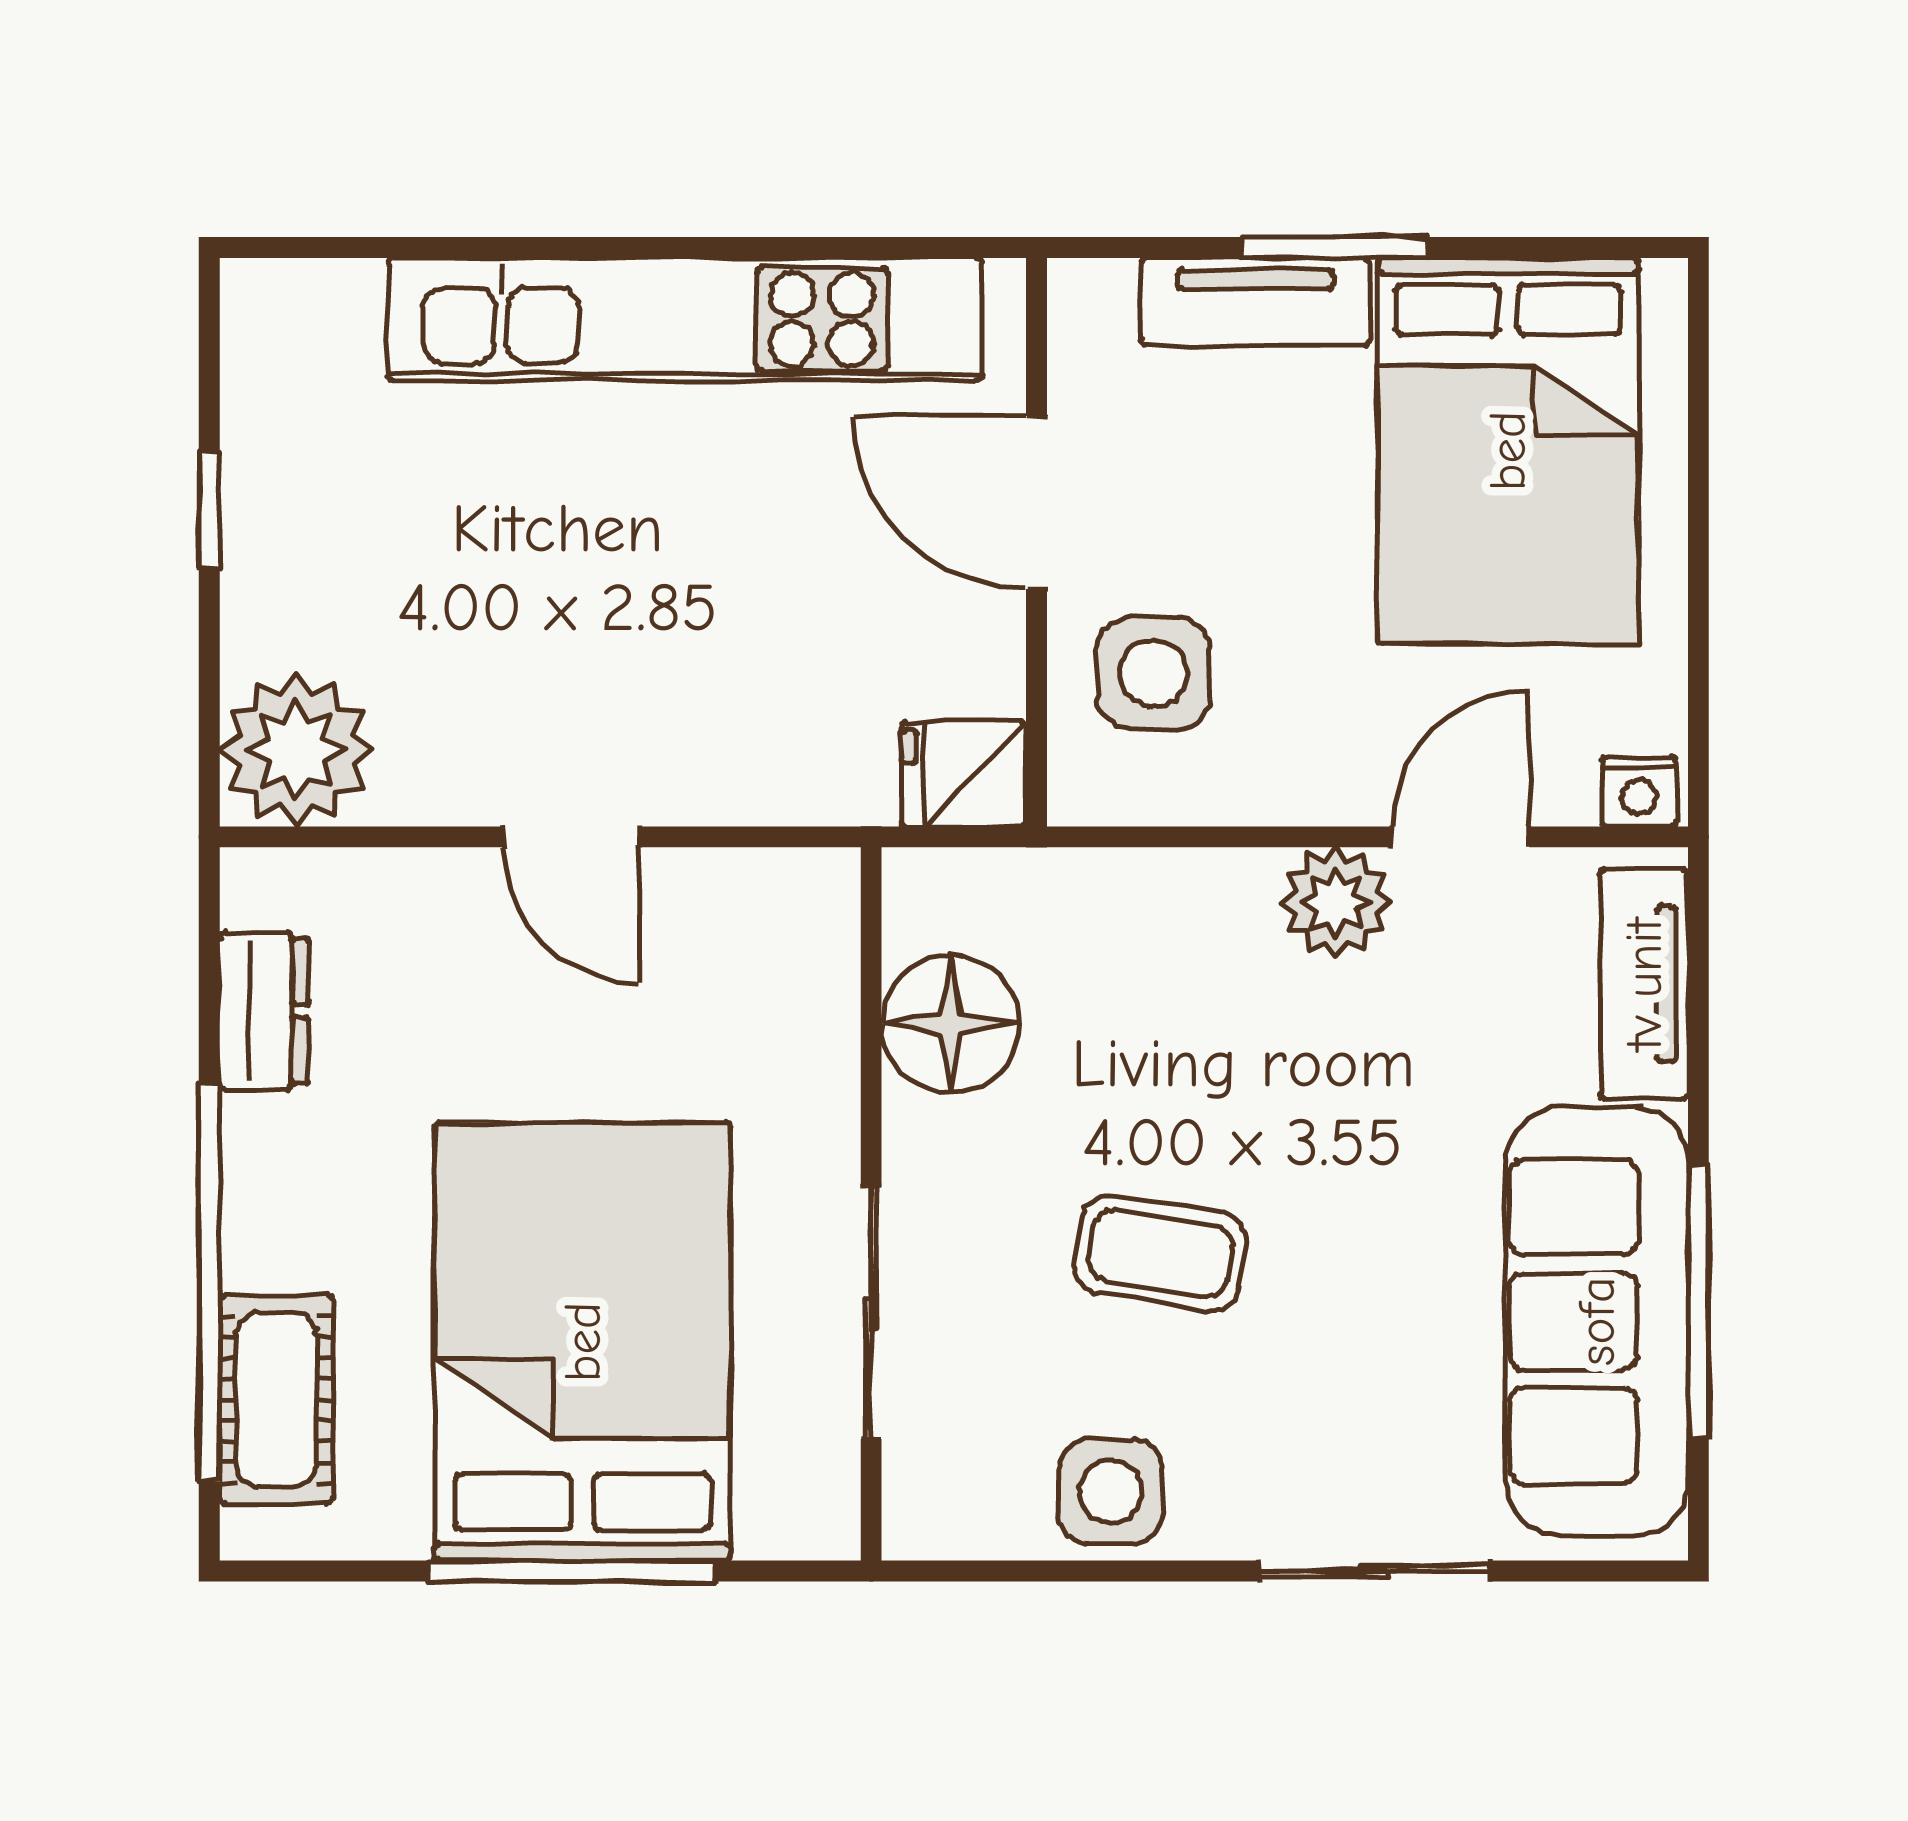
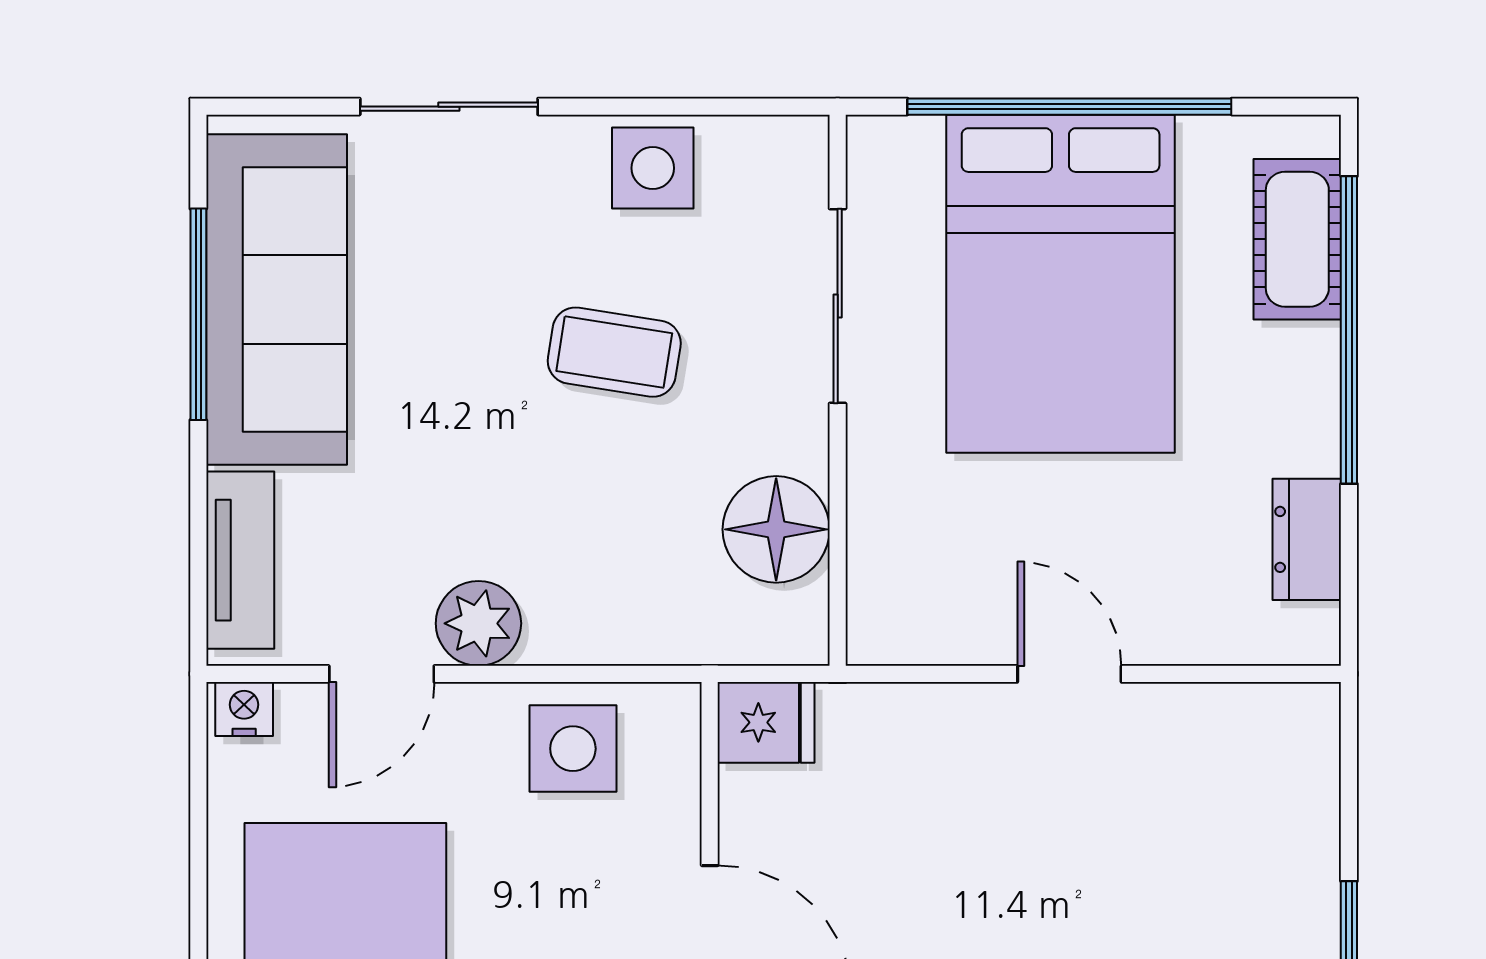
side table: (1154, 673) -> (573, 749), moved
plant: (296, 750) -> (1282, 741), removed
window: (571, 1571) -> (1069, 107), width x1.46

